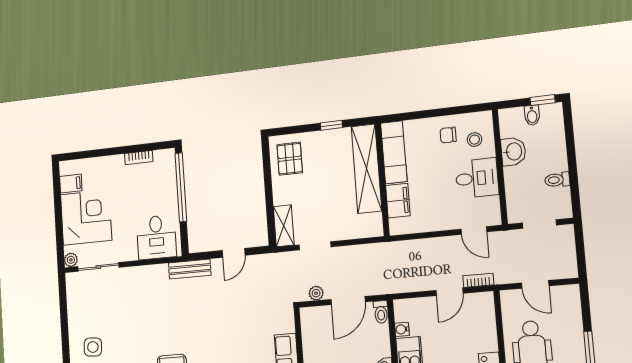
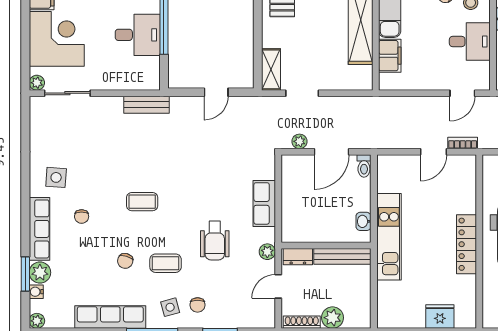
door: (474, 230) -> (462, 93), hinge flipped
desk: (156, 237) -> (138, 35), moved, turned -90
bench: (190, 269) -> (147, 105), moved
water cooler: (402, 329) -> (384, 185), removed

